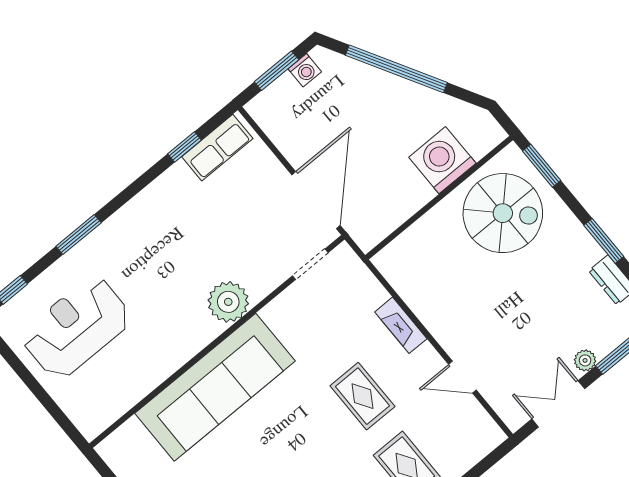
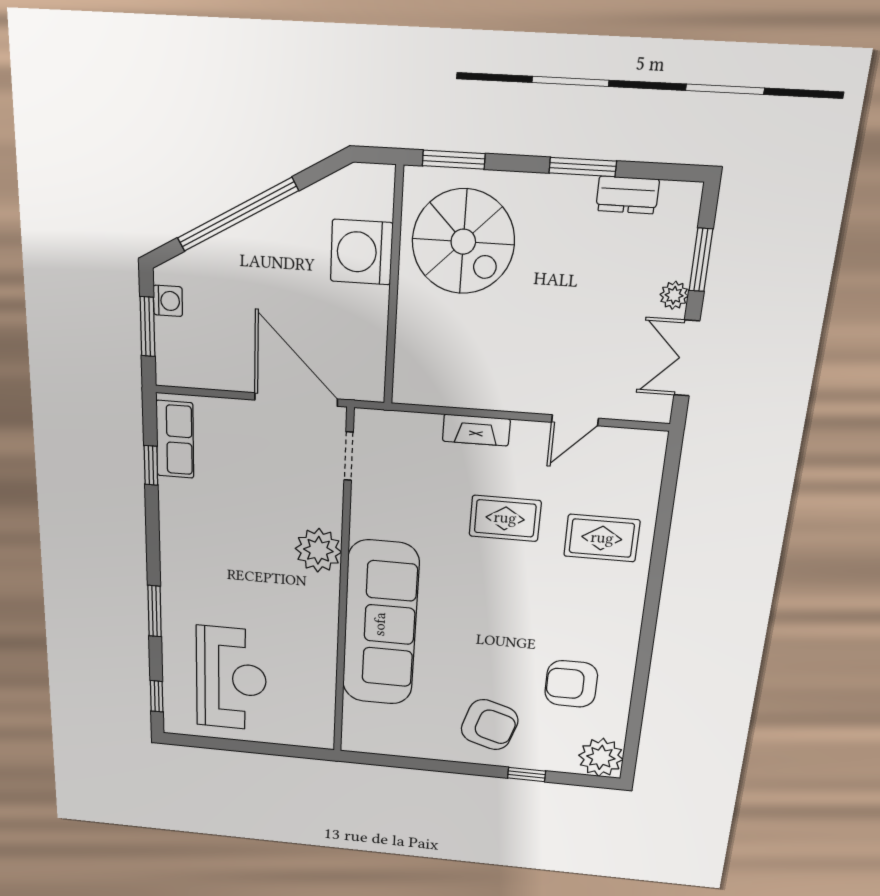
spiral stairs: (503, 213) -> (463, 242), turned 90
reception desk: (76, 328) -> (231, 679), turned 180

